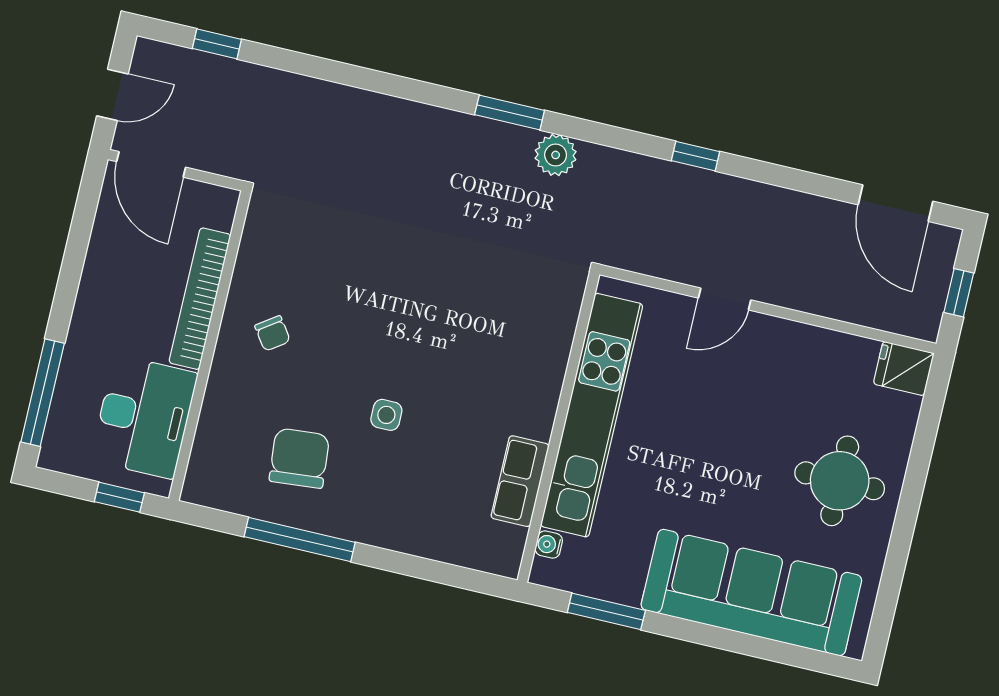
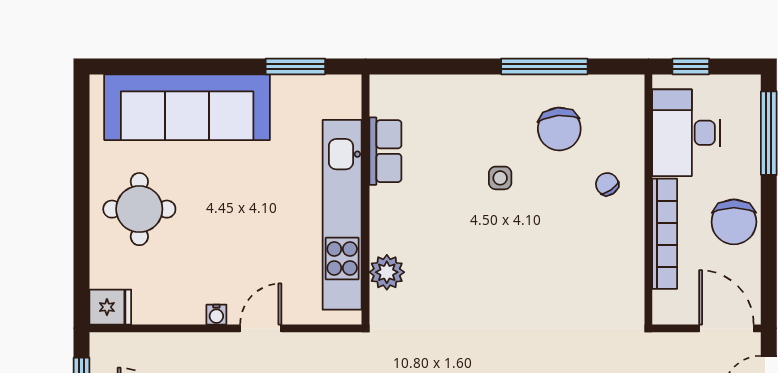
chair: (111, 293) -> (734, 222), added
plant: (553, 332) -> (387, 272), added
chair: (272, 333) -> (607, 184), moved
water cooler: (549, 545) -> (216, 315), moved, turned 90

